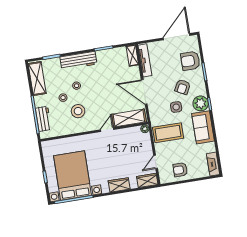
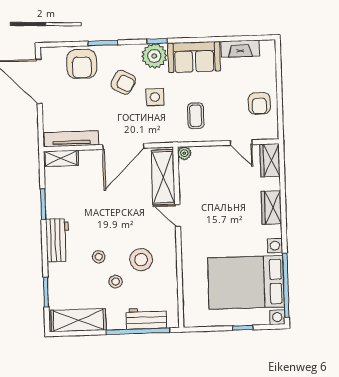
workbench: (78, 61) -> (57, 240), width x0.73
coffee table: (168, 133) -> (196, 116), width x0.54, depth x0.58
fireplace: (213, 164) -> (240, 49), moved

